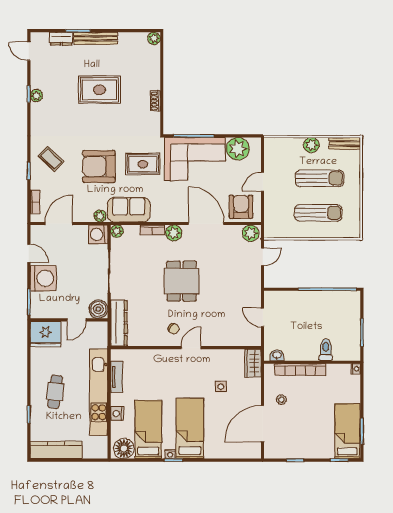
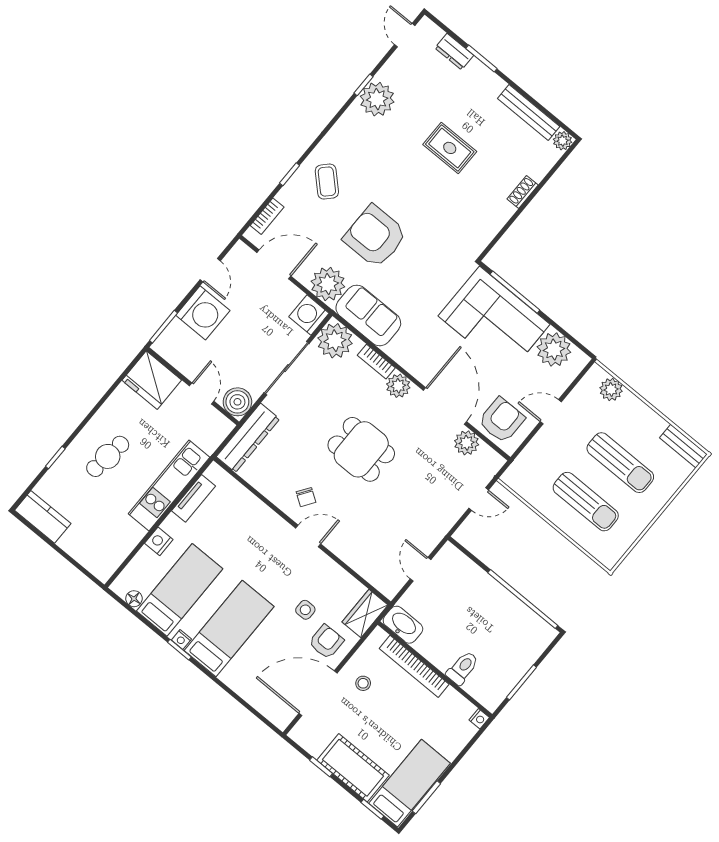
bench: (96, 38) -> (529, 112), moved
rug: (99, 90) -> (450, 148), width x0.73, depth x0.70
plant: (36, 96) -> (377, 99), width x1.87, depth x1.87
shoe rack: (155, 101) -> (523, 192), moved
plant: (311, 145) -> (611, 390), moved
rug: (143, 164) -> (429, 276), removed
plant: (100, 216) -> (328, 284), width x1.88, depth x1.88
plant: (117, 231) -> (335, 341), width x1.88, depth x1.88
plant: (251, 233) -> (467, 443), moved
dining table: (182, 281) -> (361, 449), turned 90
door: (77, 320) -> (202, 393), swing flipped
washbasin: (277, 355) -> (403, 625), width x1.91, depth x1.45
kitchen unit: (99, 392) -> (169, 486), width x0.73
armchair: (245, 394) -> (326, 642), added
cot: (312, 447) -> (353, 768), added
floor lamp: (124, 449) -> (134, 599), width x0.53, depth x0.53
kitchen counter: (56, 450) -> (43, 517), width x0.67

